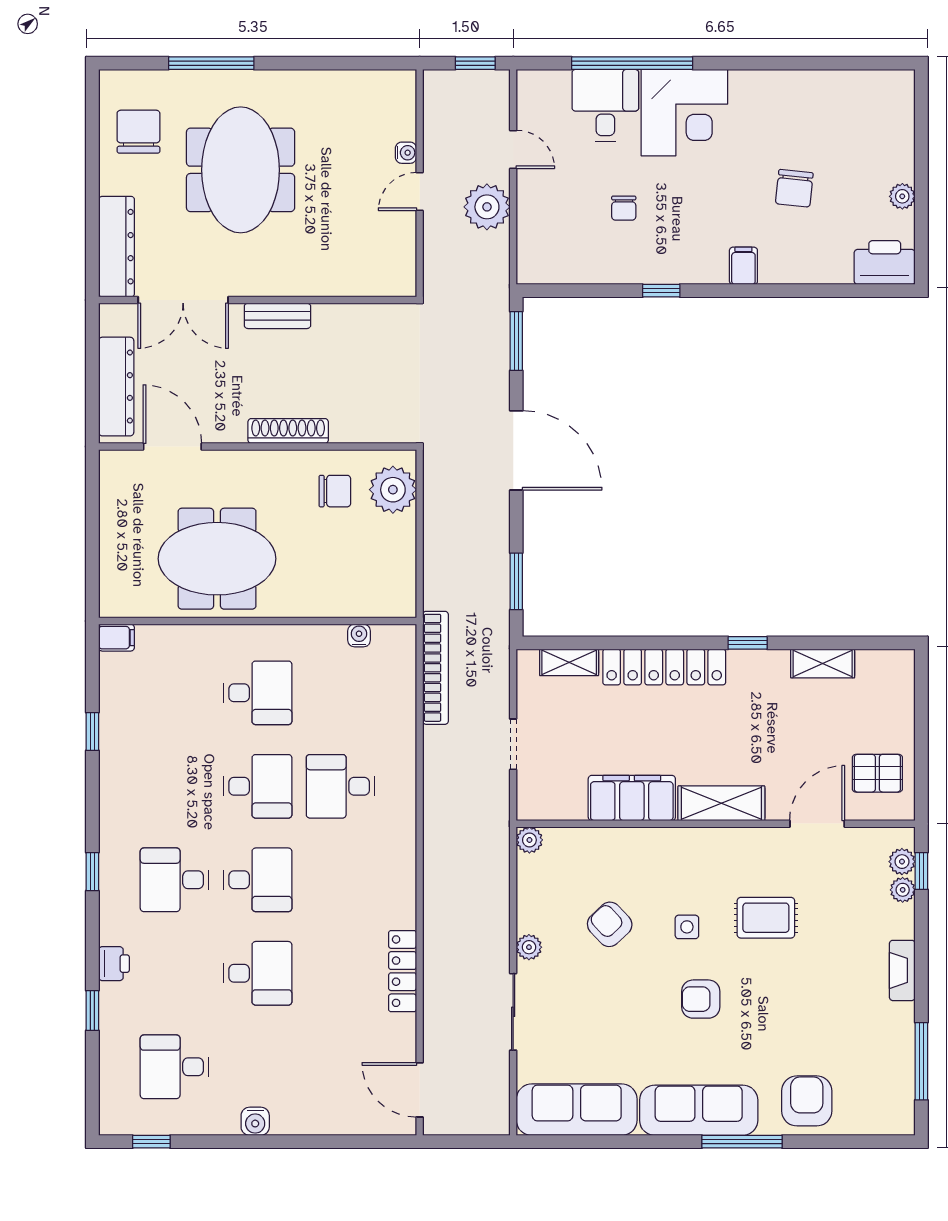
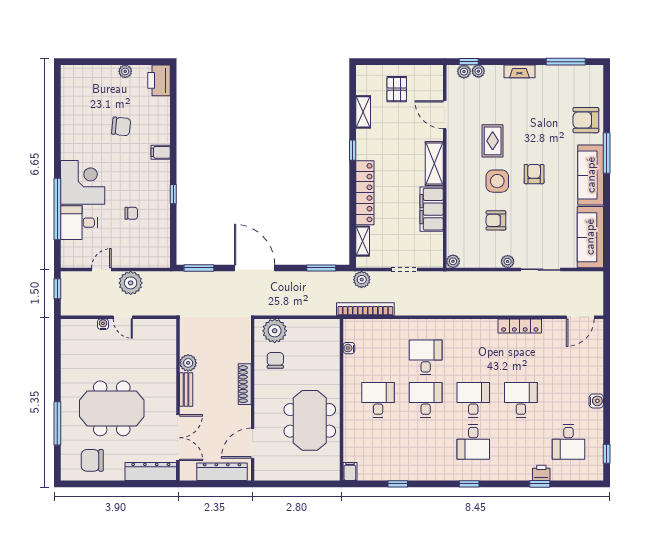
plant: (330, 320) -> (188, 363), added
door: (516, 450) -> (255, 268), hinge flipped
plant: (494, 661) -> (362, 280), added
pallet: (877, 773) -> (397, 89), moved
desk: (341, 786) -> (426, 357), turned 180
armchair: (610, 924) -> (496, 220), turned 43
side table: (687, 927) -> (497, 181), width x1.87, depth x1.87
printer: (114, 964) -> (541, 473), moved
armchair: (701, 999) -> (534, 174), turned 180

